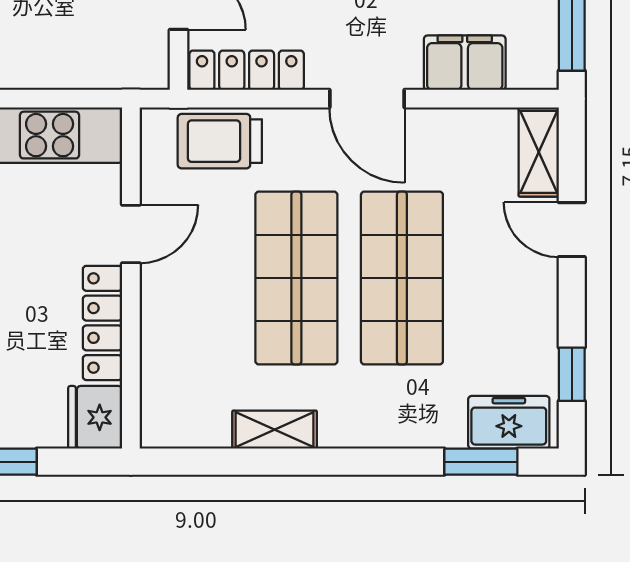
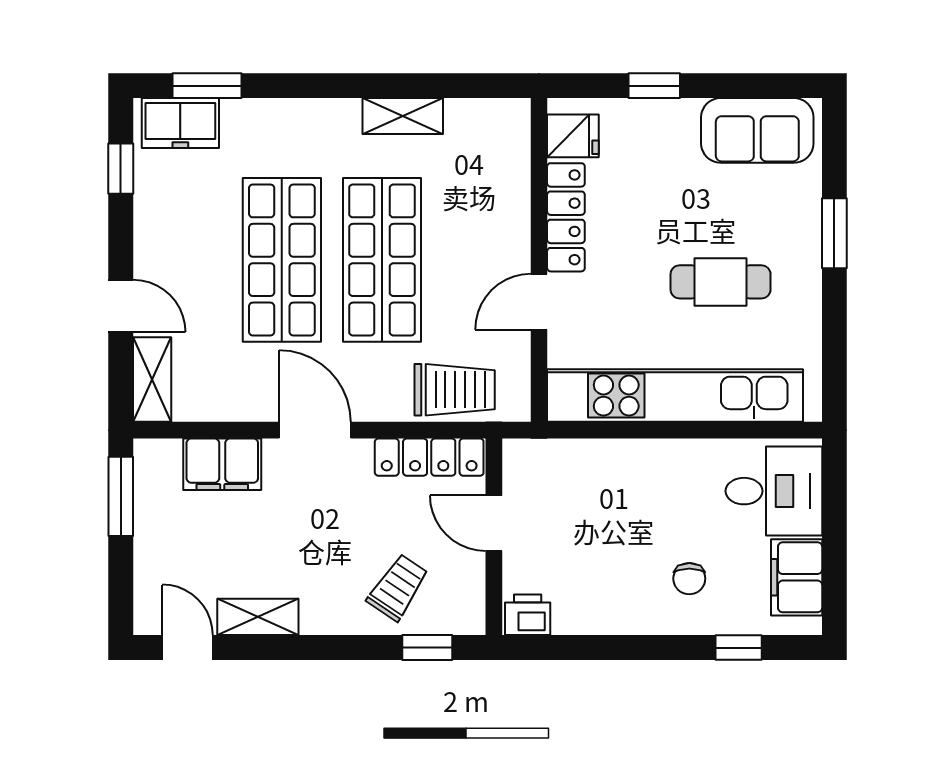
fridge: (95, 417) -> (573, 136), width x0.72

